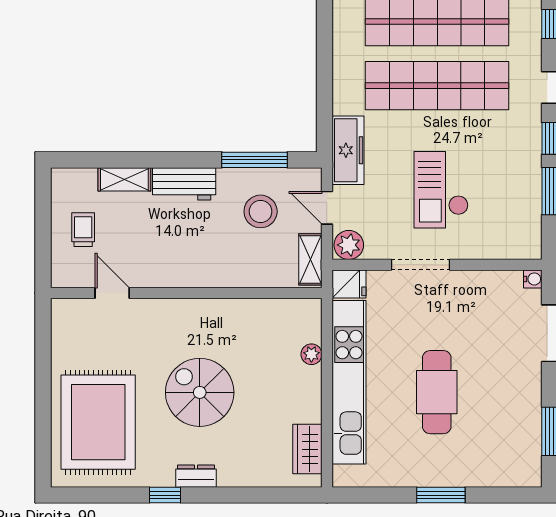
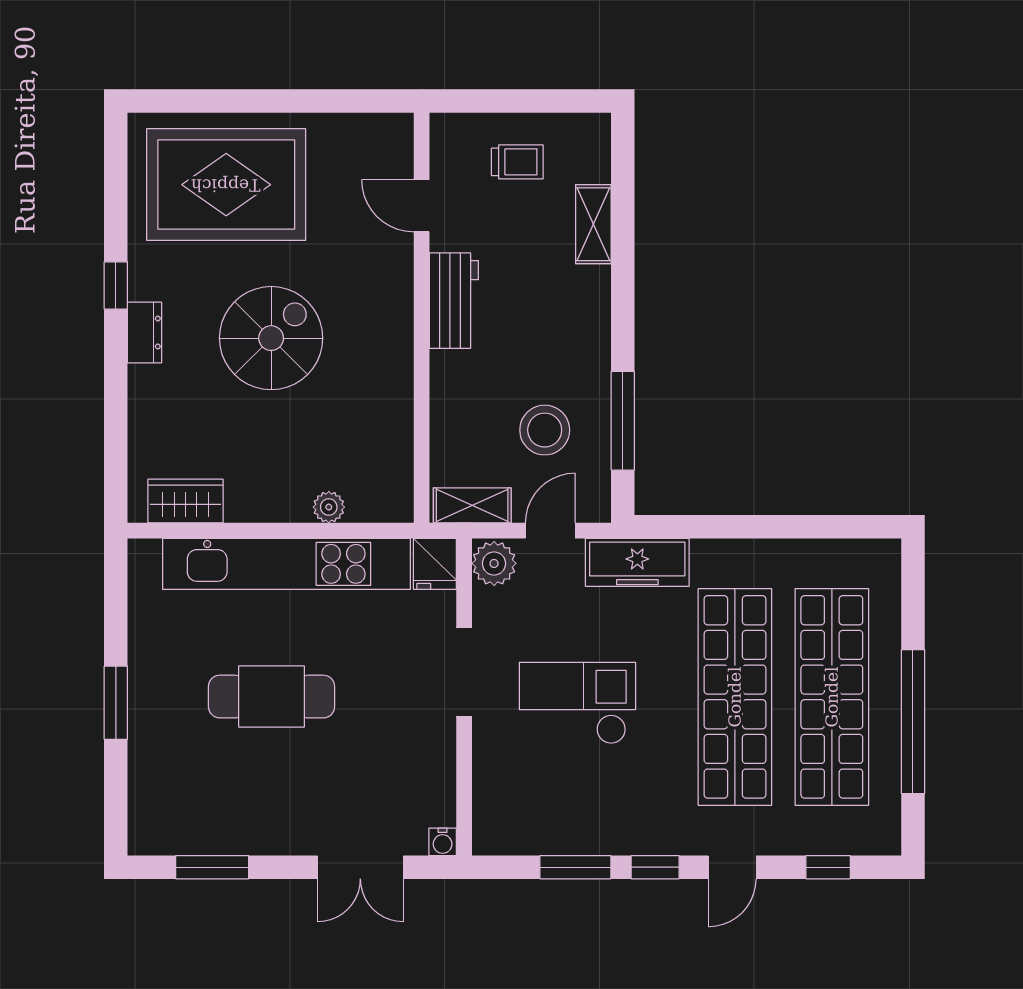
workbench: (184, 184) -> (454, 301), moved, turned 180
door: (112, 293) -> (422, 206), swing flipped

